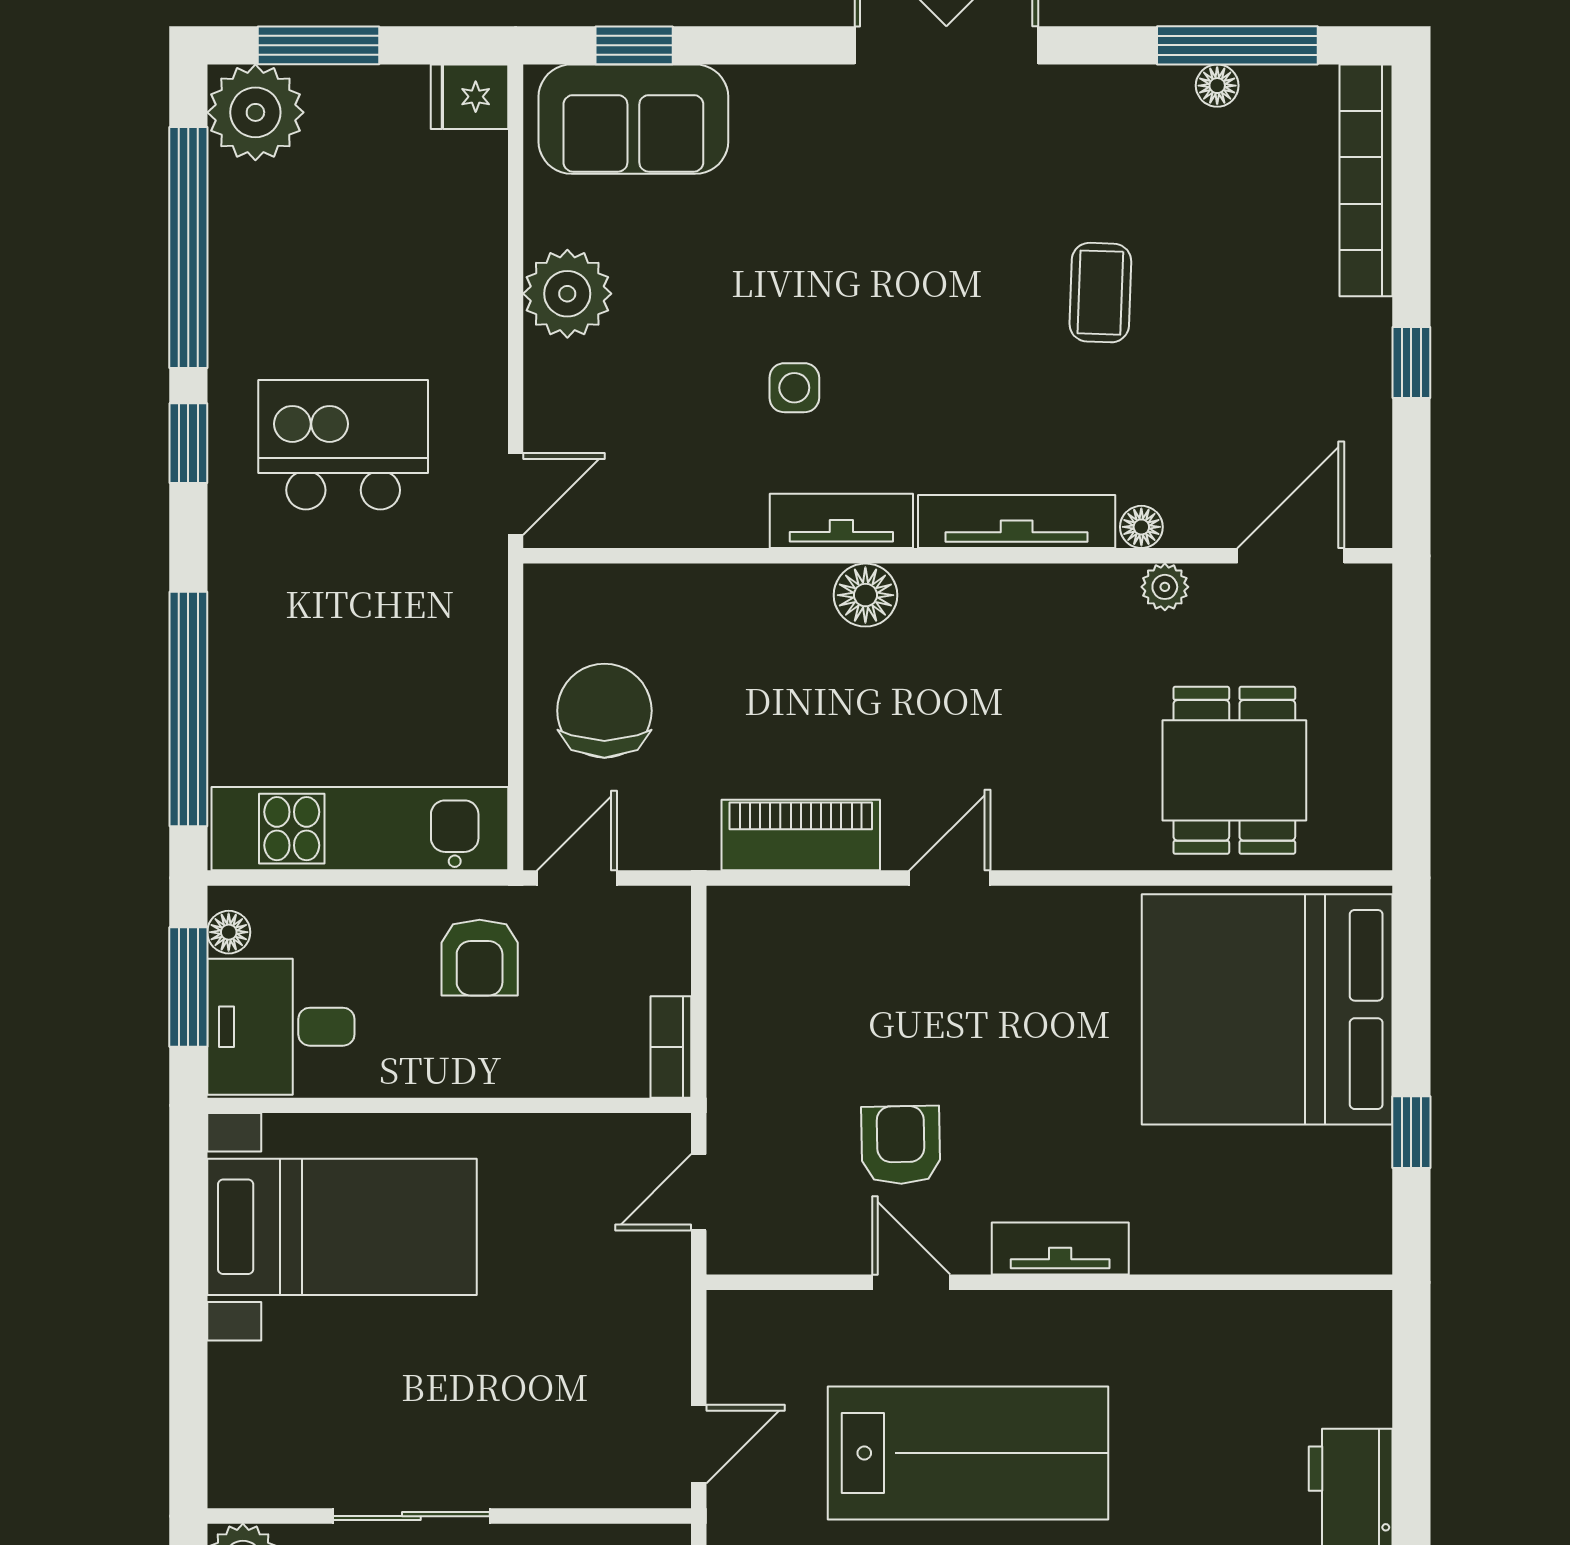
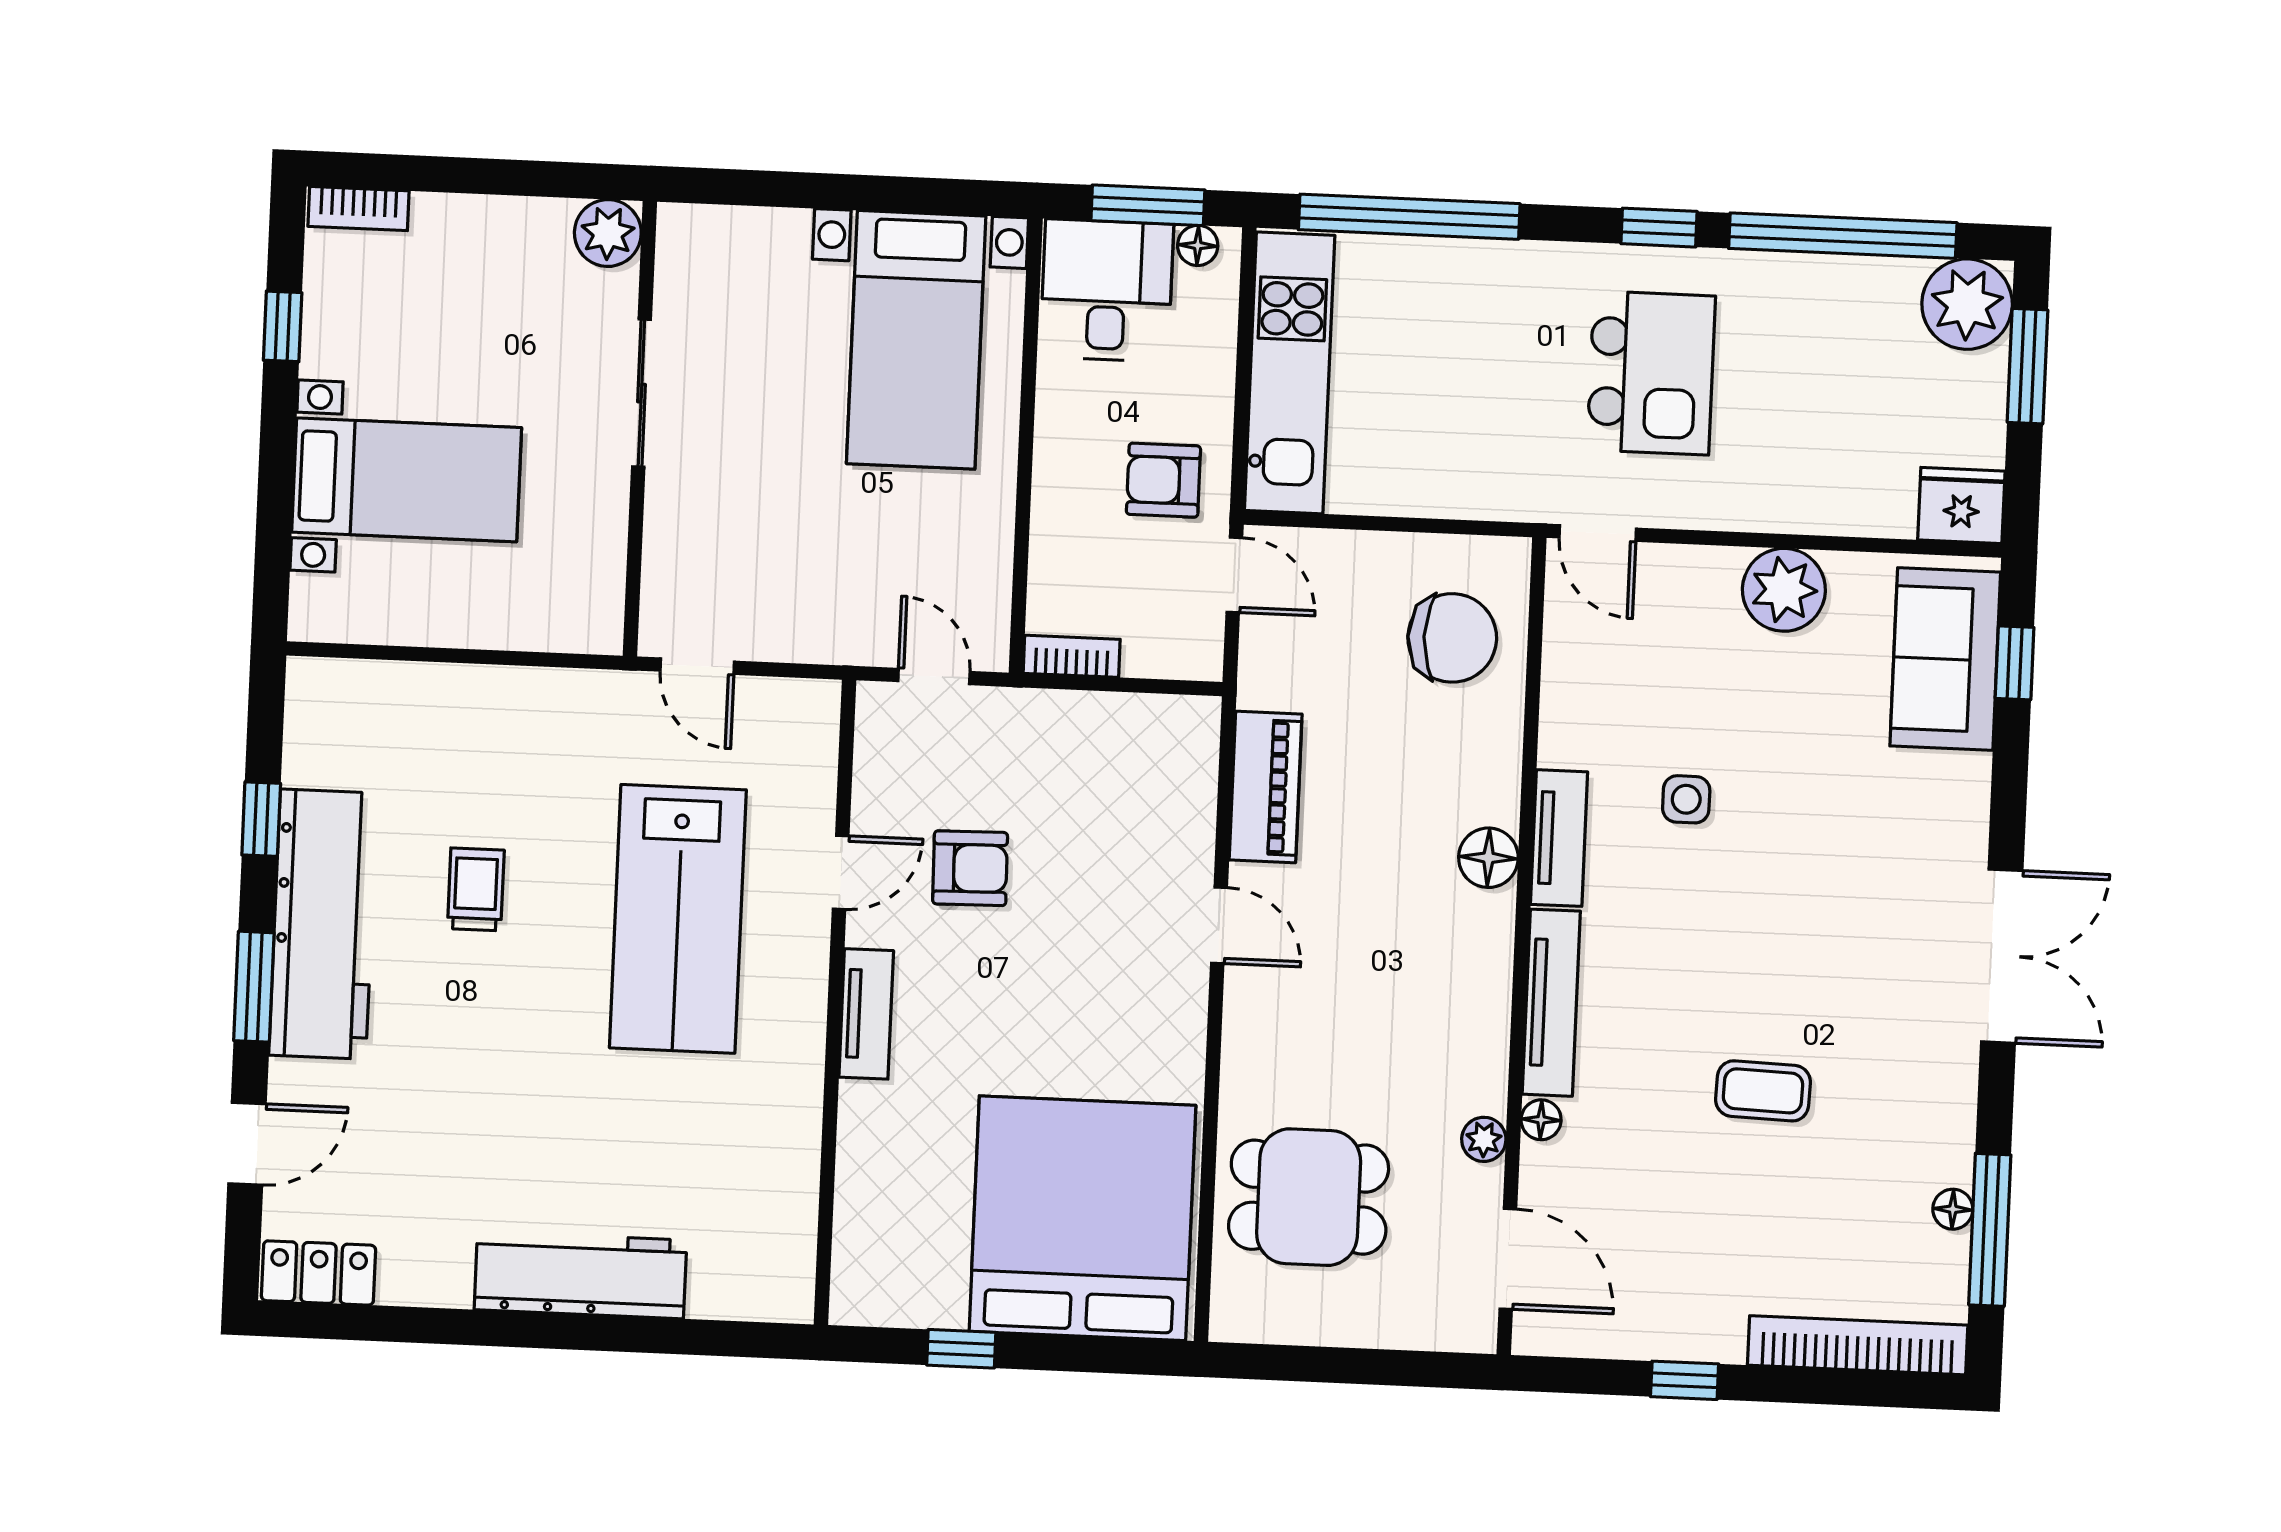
fridge: (469, 97) -> (1961, 505), width x1.38
chair: (604, 711) -> (1452, 638), moved

